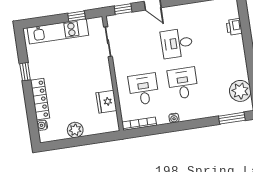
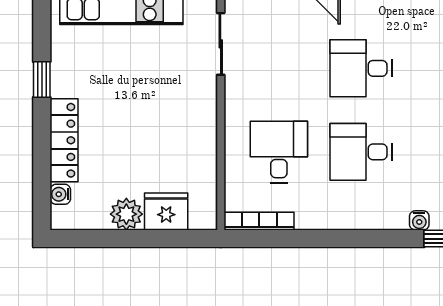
desk: (183, 83) -> (361, 152), turned -90
fridge: (106, 102) -> (166, 212), moved, turned 90
water cooler: (174, 118) -> (419, 220), moved

